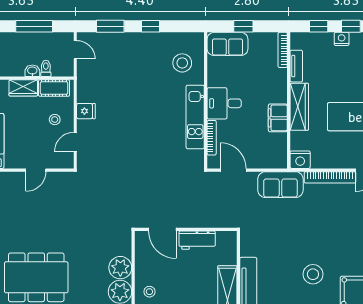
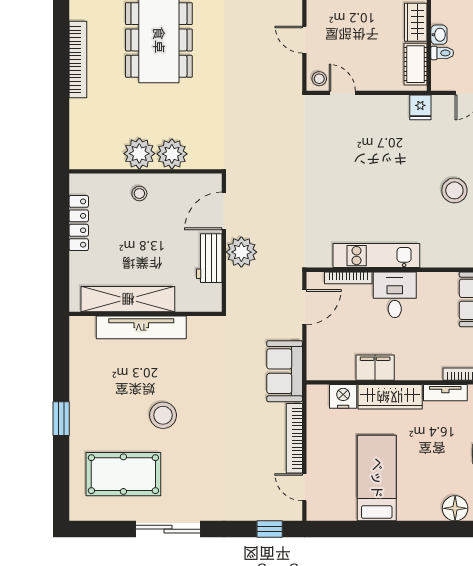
stool: (182, 63) -> (454, 190), moved
fridge: (86, 111) -> (420, 107), moved
stool: (55, 120) -> (319, 79), moved
nightstand: (300, 160) -> (343, 396), moved, turned 90
plant: (193, 216) -> (241, 252), added

